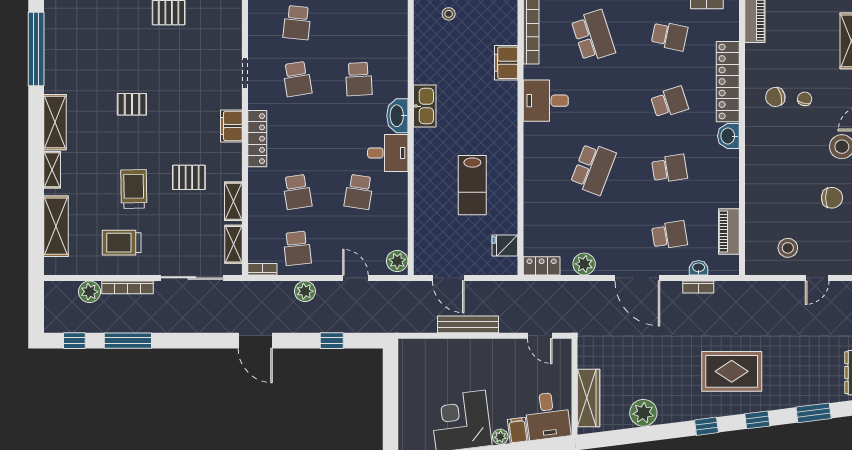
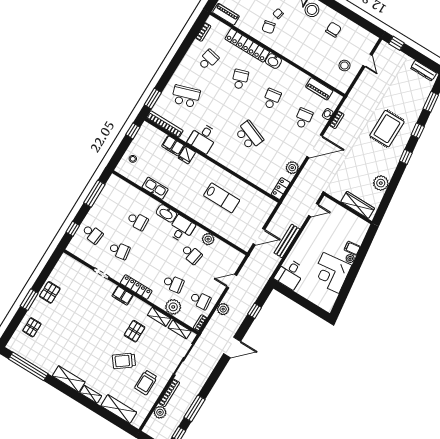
pallet: (132, 104) -> (32, 327), moved
kitchen sink: (425, 106) -> (155, 188), moved
trolley: (134, 189) -> (124, 361), turned -36
plant: (262, 213) -> (173, 307), added
fridge: (505, 245) -> (187, 155), moved
plant: (397, 261) -> (208, 239), moved
desk: (548, 416) -> (290, 274), moved, turned 97

